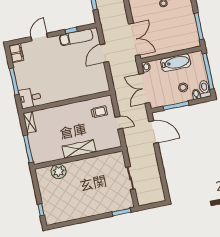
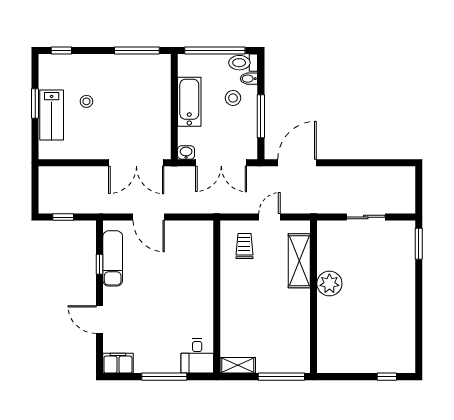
double door: (134, 39) -> (136, 163), swing flipped
shelving: (79, 149) -> (299, 261), moved
plant: (59, 171) -> (329, 284), moved

